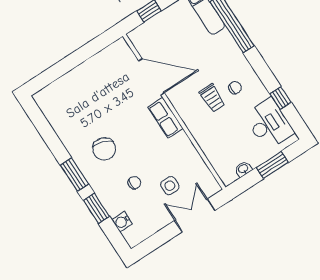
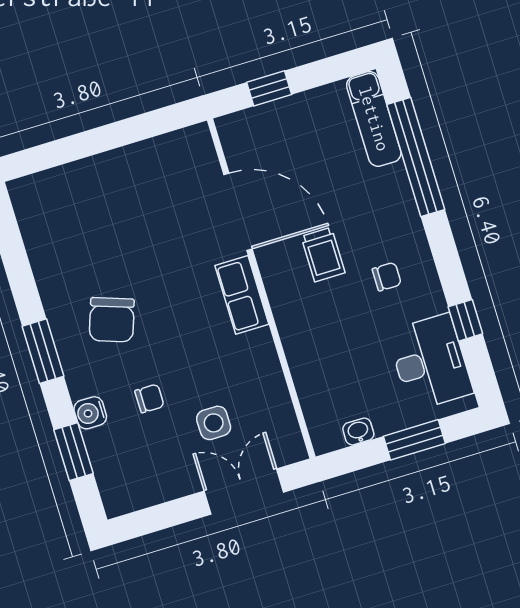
trolley: (212, 98) -> (323, 255), moved
window: (96, 208) -> (74, 452), moved
water cooler: (122, 222) -> (90, 413), moved

